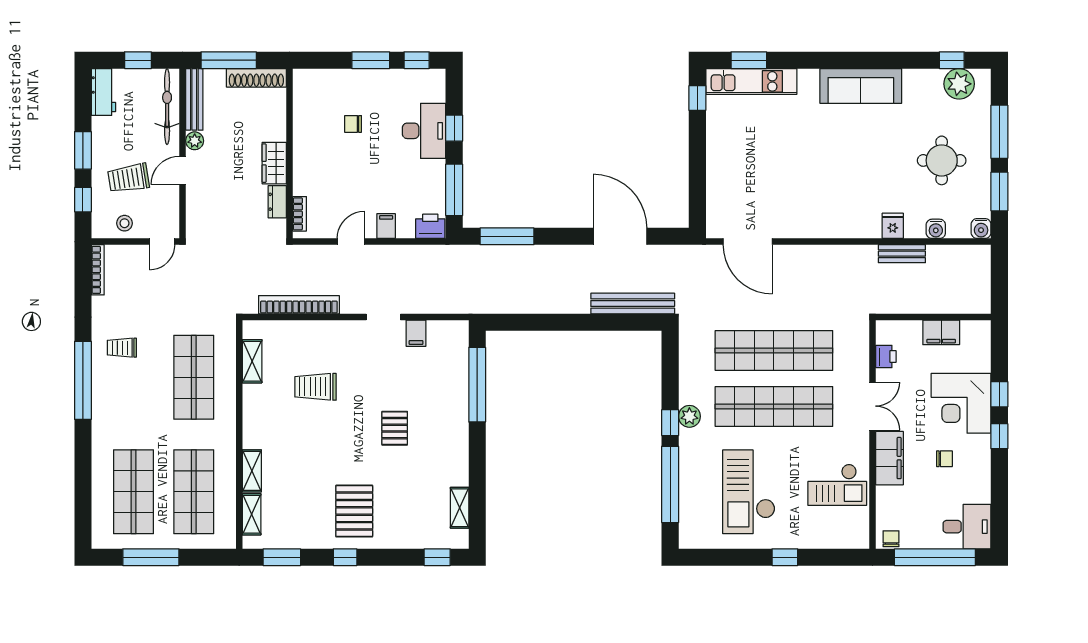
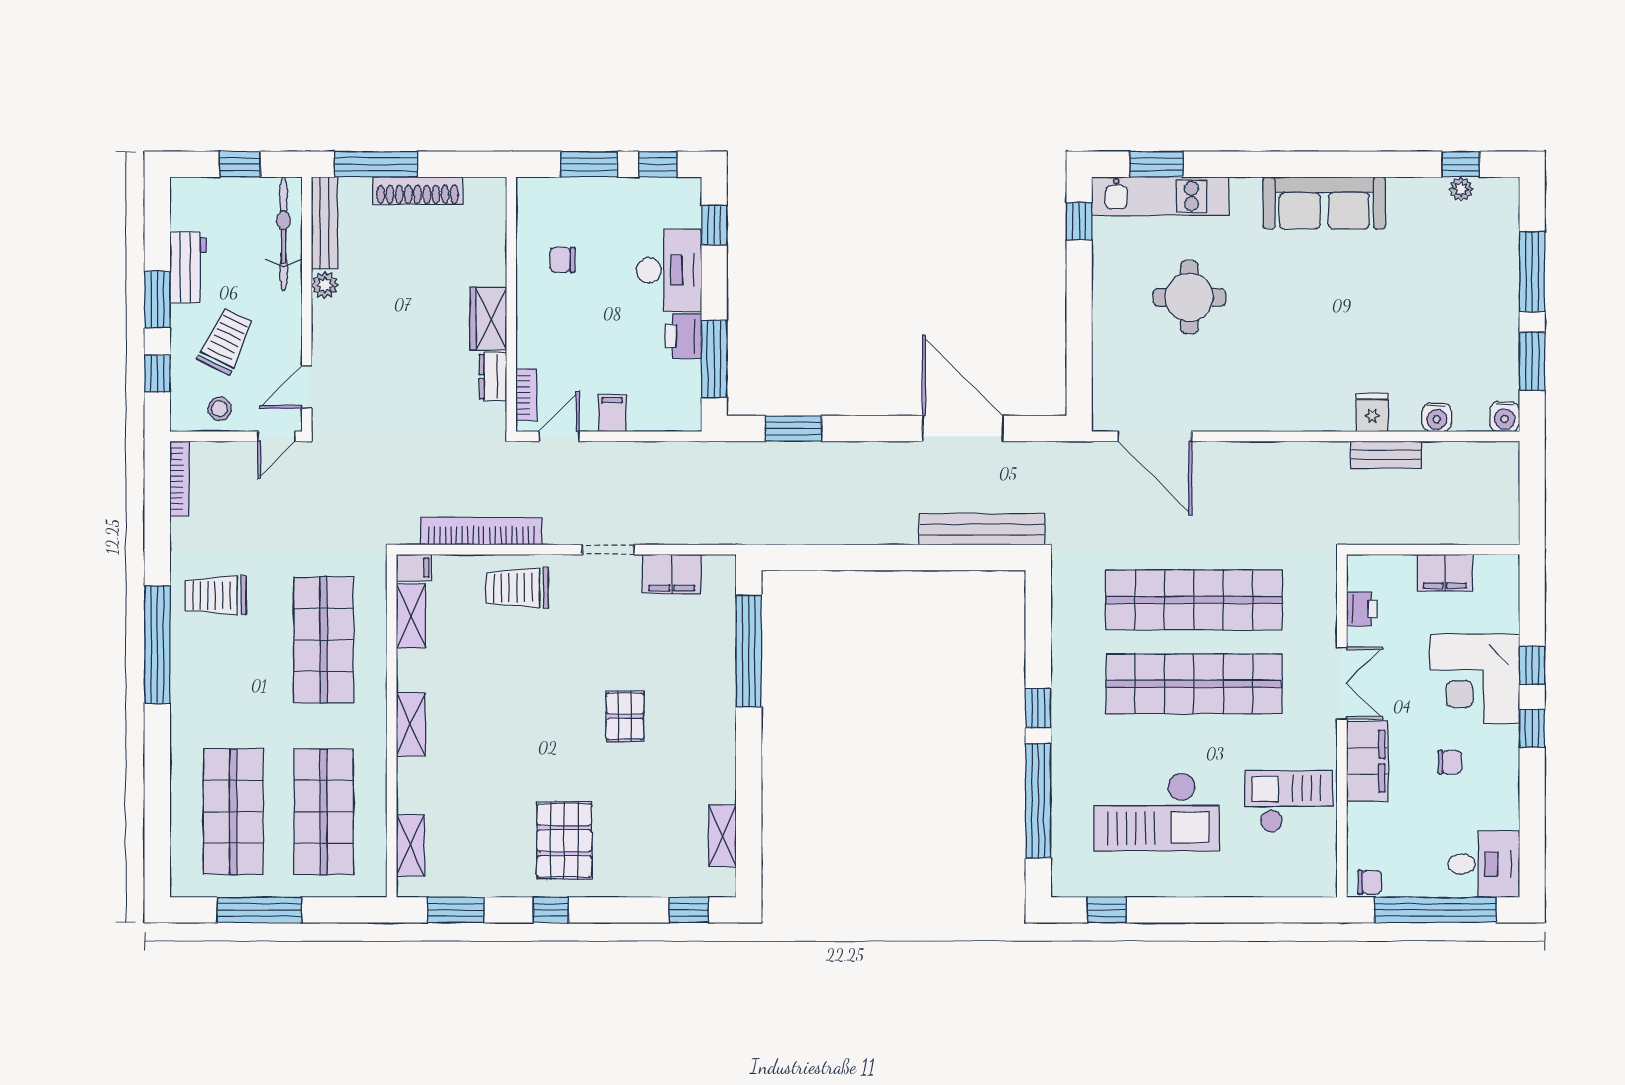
plant: (959, 84) -> (1461, 189), width x0.53, depth x0.53
workbench: (103, 92) -> (188, 267), moved
window: (454, 128) -> (714, 225), moved
wall: (289, 154) -> (511, 304), moved
round table: (942, 160) -> (1189, 297), moved
wardrobe: (274, 163) -> (488, 319), moved
door: (183, 170) -> (307, 387), moved
trolley: (128, 178) -> (226, 341), turned 125
dresser: (277, 202) -> (493, 377), moved
bookcase: (300, 214) -> (526, 395), moved
printer: (430, 226) -> (683, 336), moved, turned -90
window: (507, 236) -> (794, 429), width x0.69
filing cabinet: (254, 329) -> (414, 568), added
filing cabinet: (416, 333) -> (672, 574), width x2.00
trolley: (122, 348) -> (216, 595), width x1.36, depth x1.39
trolley: (315, 387) -> (517, 588), moved
plant: (689, 416) -> (1067, 699), removed
shelving: (252, 471) -> (411, 724), moved
checkout: (837, 485) -> (1289, 801), turned 180
checkout: (749, 492) -> (1156, 812), turned -90
chair: (891, 539) -> (1370, 882), turned 90
window: (785, 557) -> (1107, 910), moved

